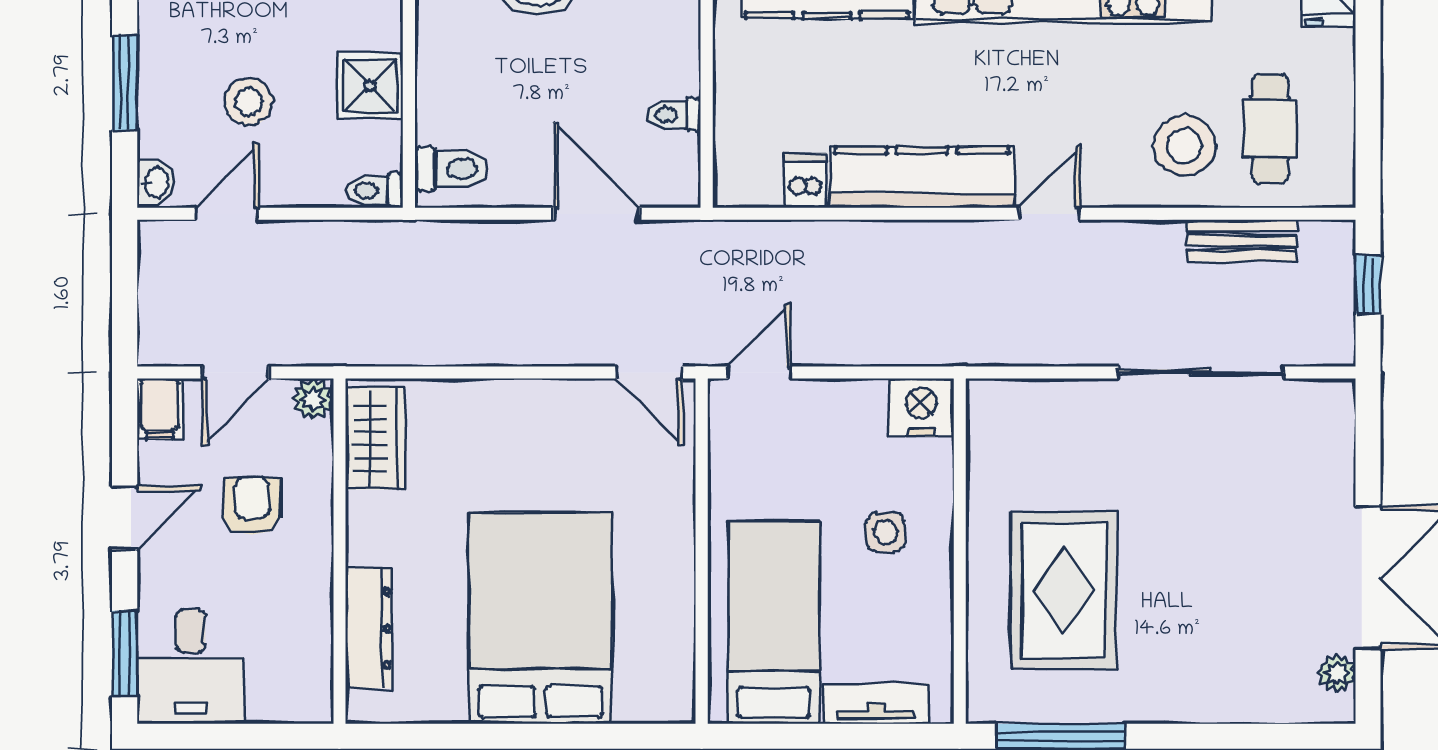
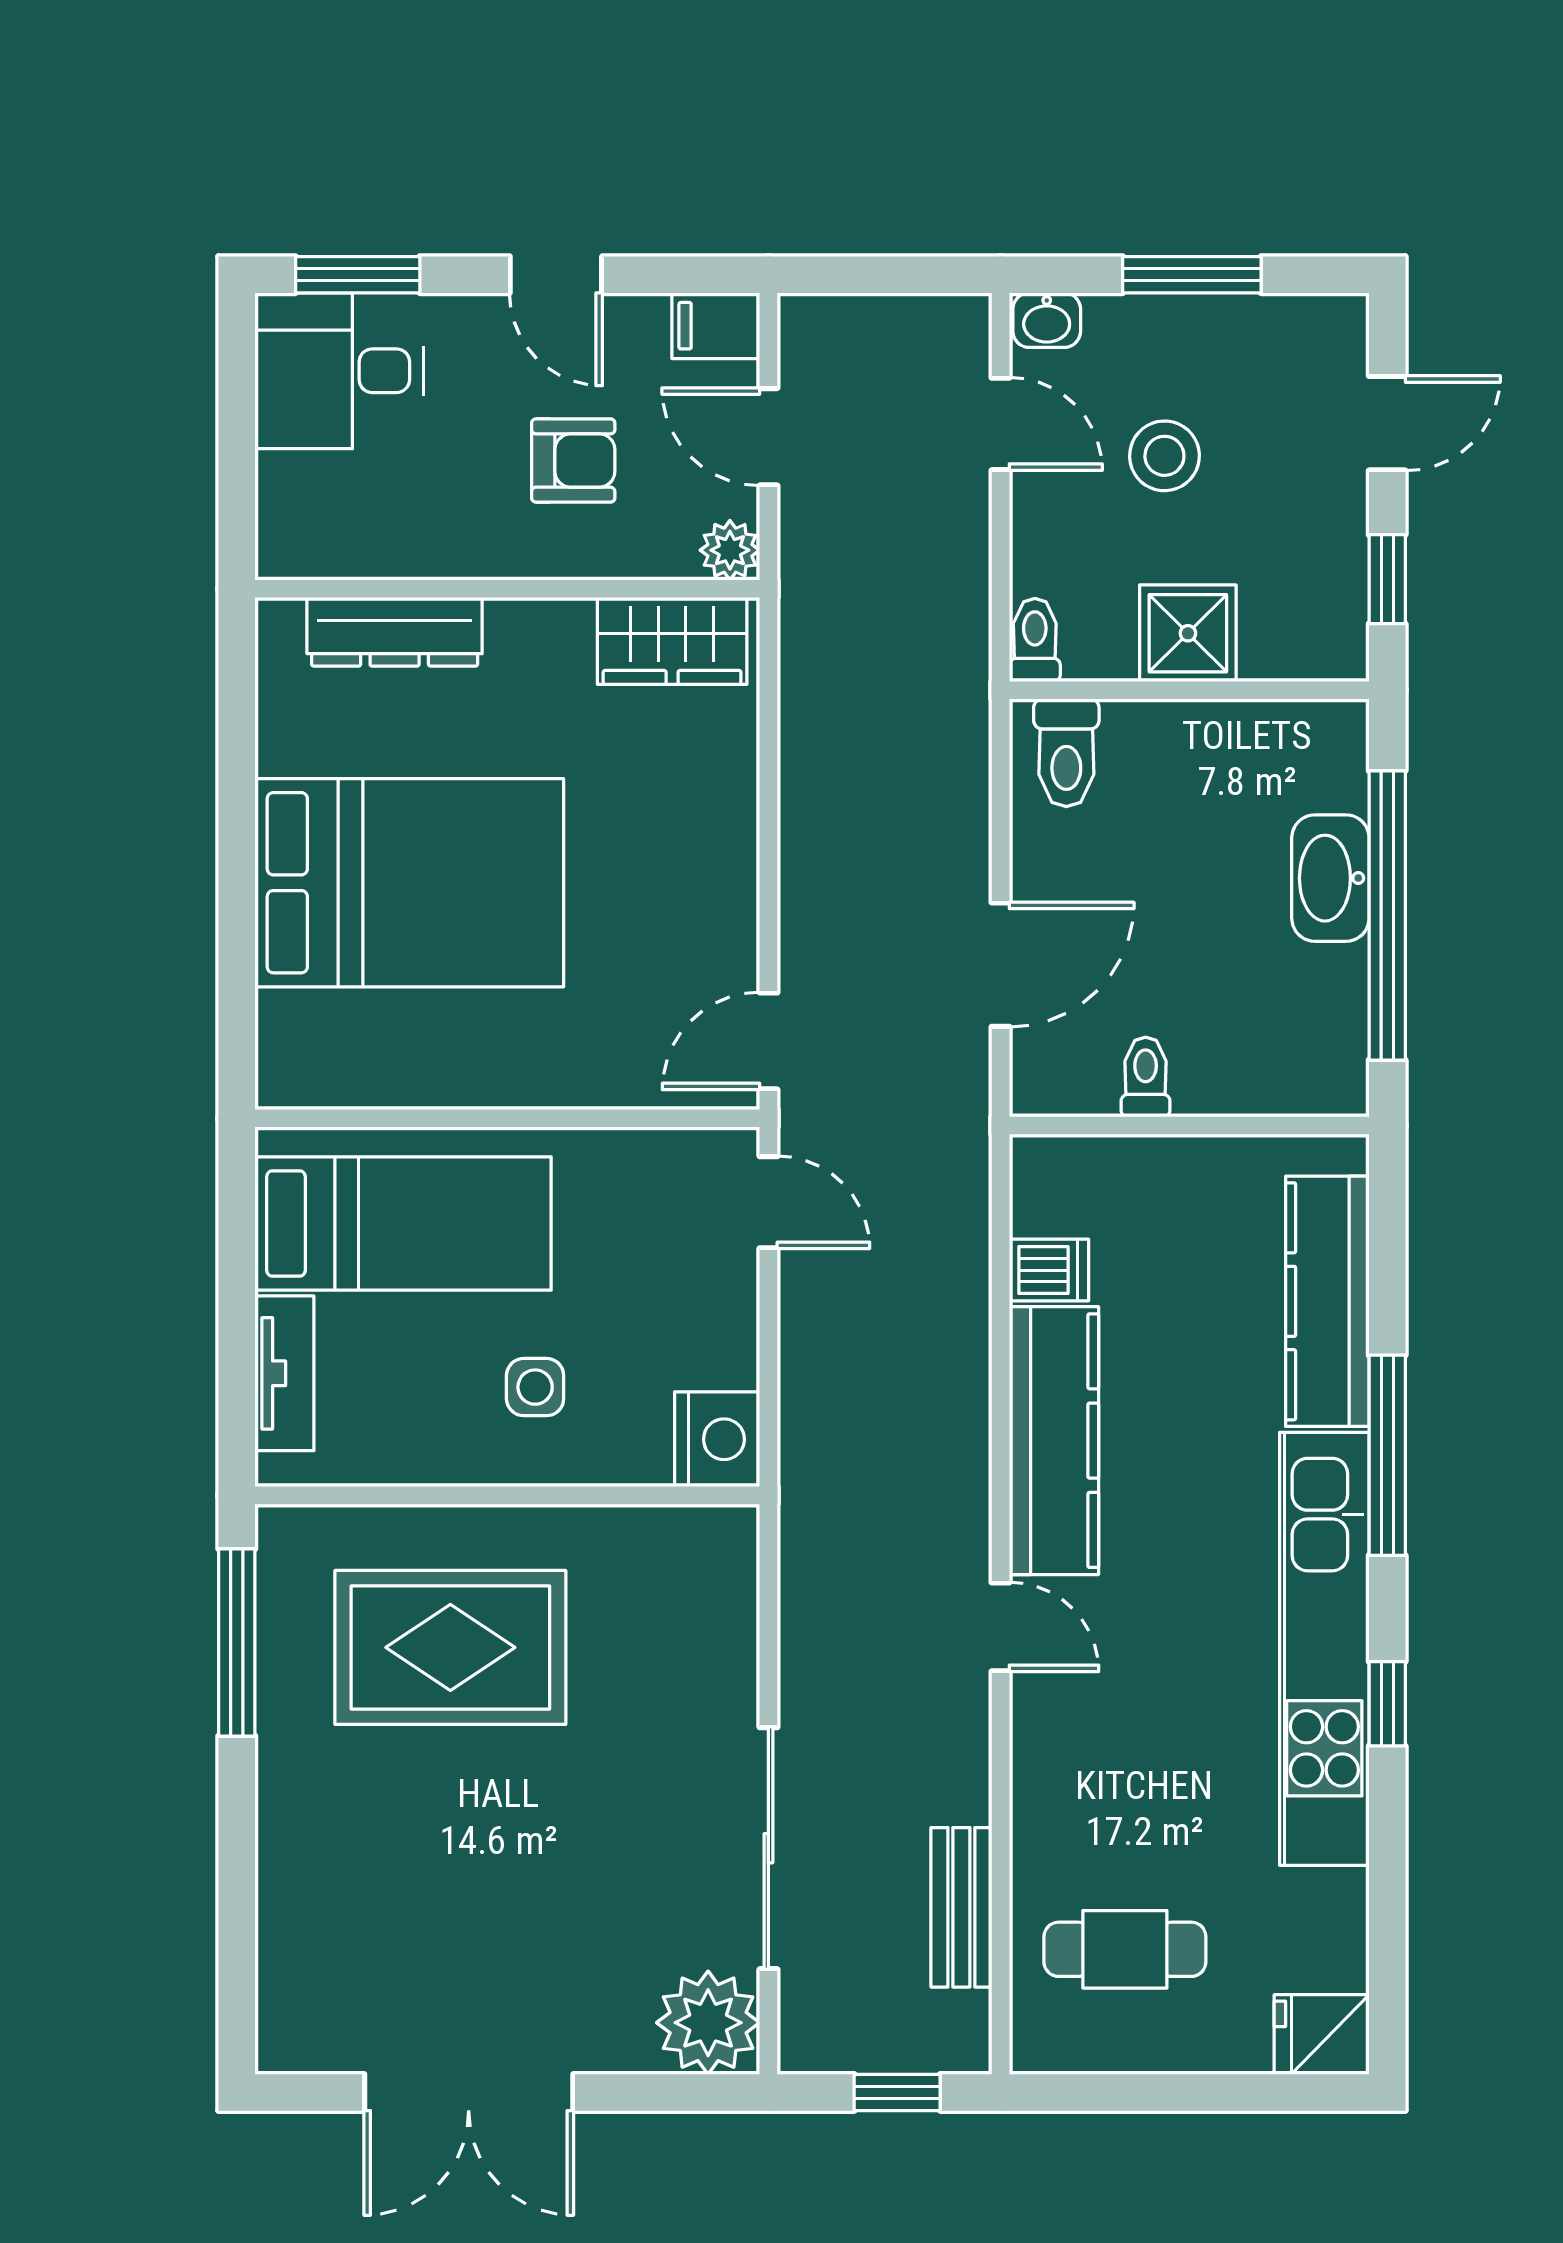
stool: (1184, 145) -> (1100, 1824), removed
plant: (1337, 674) -> (708, 2023), moved, width x1.88, depth x1.88

